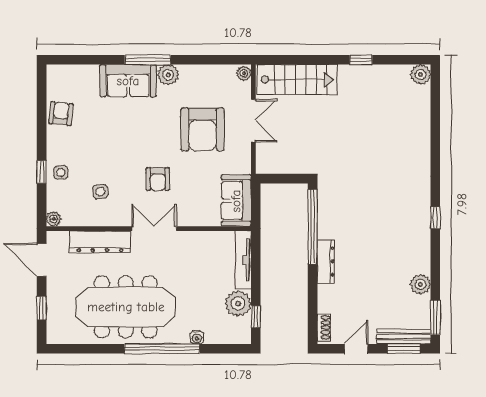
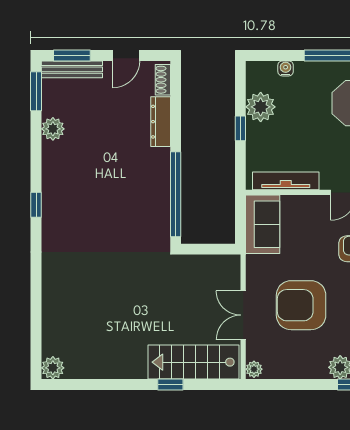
window: (361, 60) -> (170, 385), moved
armchair: (203, 129) -> (301, 305), turned -90
tv unit: (243, 260) -> (286, 181), moved, turned -90
dresser: (326, 261) -> (161, 122), moved
window: (256, 317) -> (240, 128), moved
water cooler: (197, 337) -> (286, 68), moved

